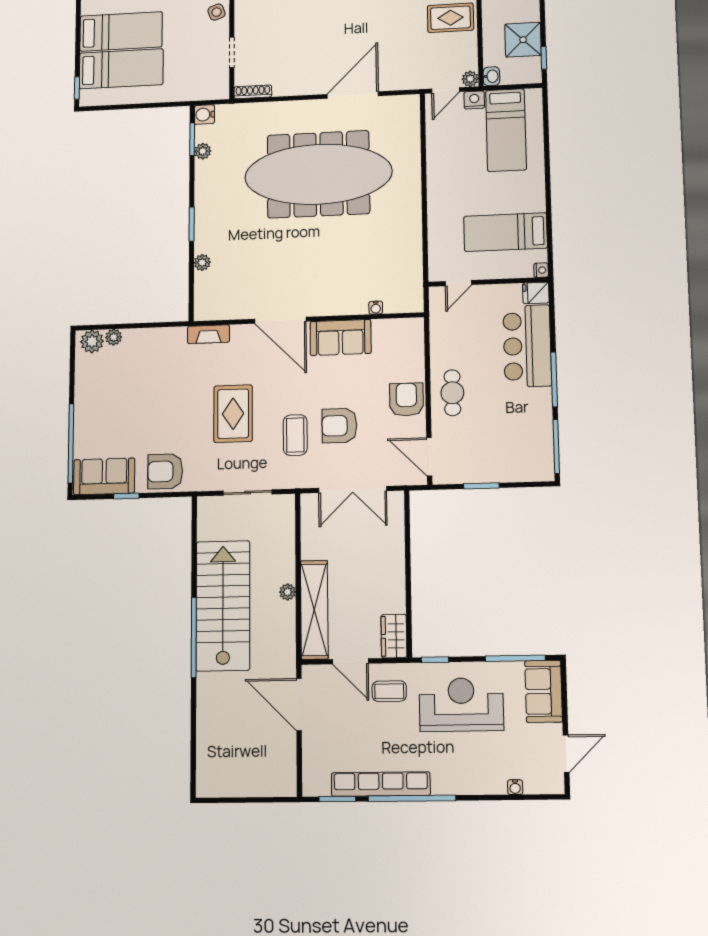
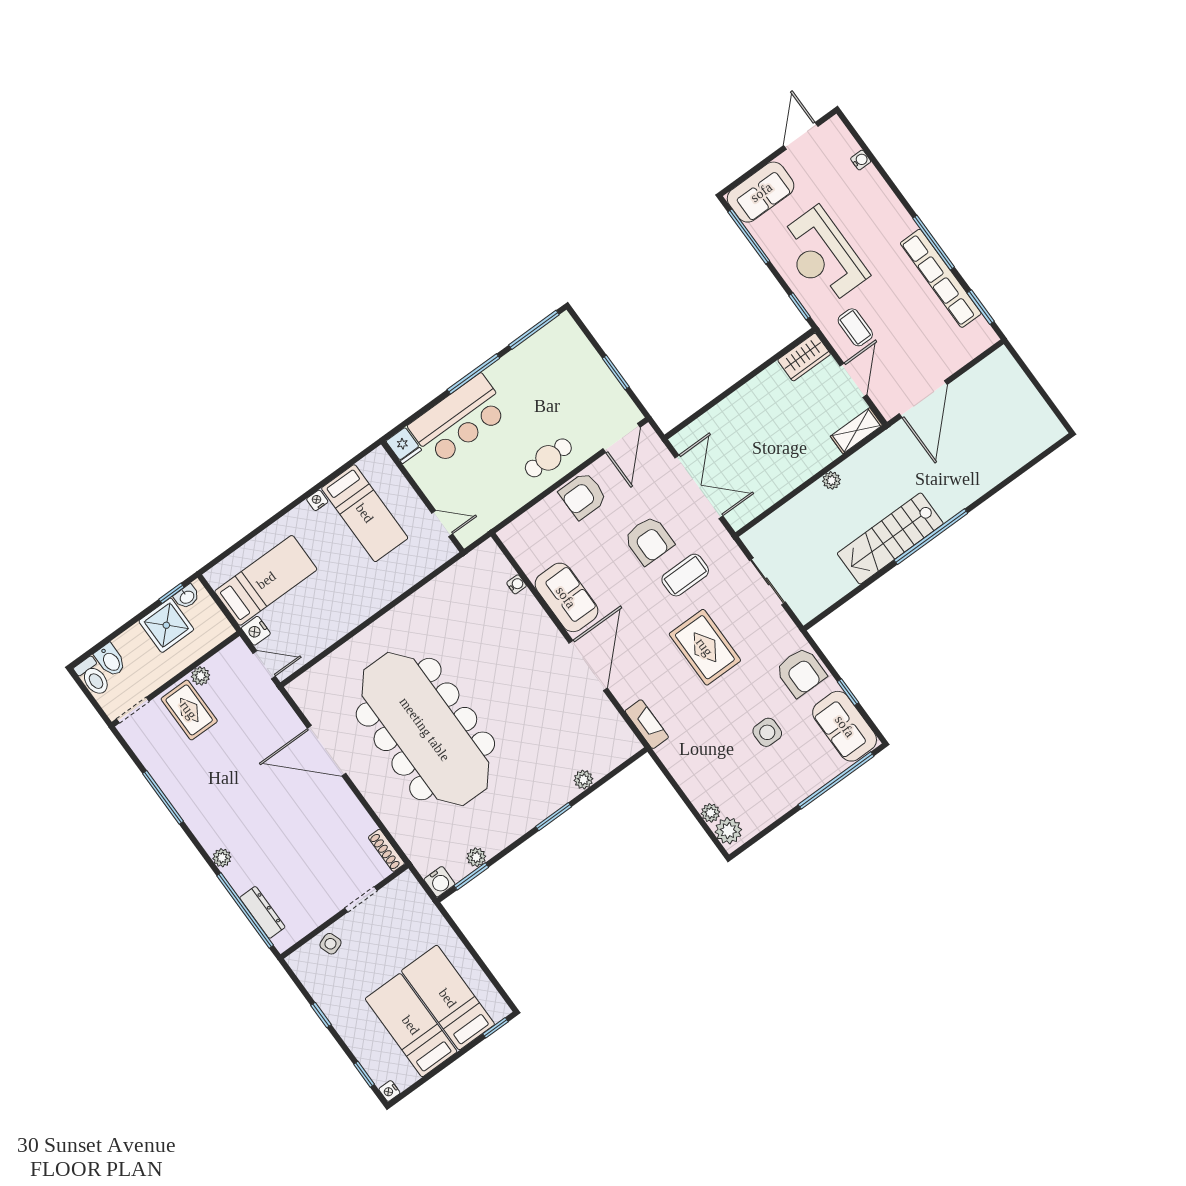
washbasin: (491, 76) -> (187, 597), moved, turned 180
plant: (470, 79) -> (201, 676), moved
nightstand: (541, 270) -> (317, 500), moved
rug: (233, 414) -> (705, 647), turned 90
side table: (140, 417) -> (767, 732), added
stairs: (223, 606) -> (890, 538), width x0.73, depth x0.66
shelving: (314, 610) -> (856, 431), width x0.45, depth x0.75
door: (566, 754) -> (801, 136), hinge flipped
window: (412, 798) -> (934, 243), width x0.68

